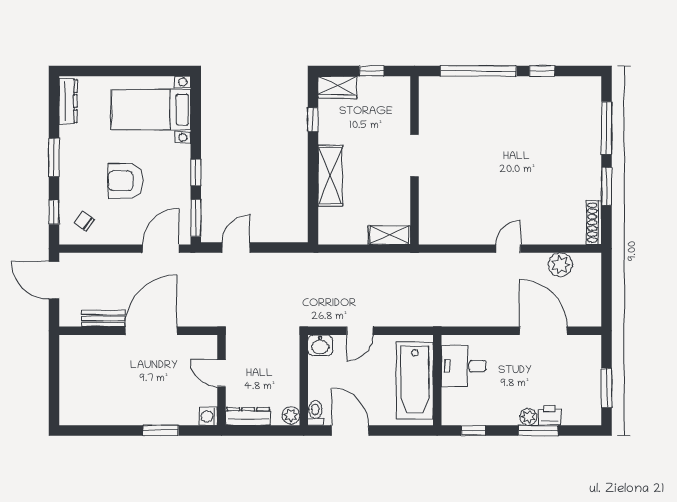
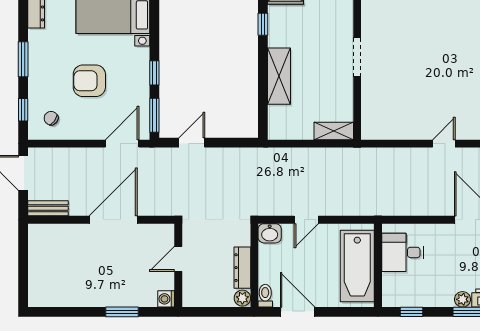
bench: (103, 318) -> (48, 208), moved
door: (221, 373) -> (178, 259), hinge flipped
dresser: (248, 416) -> (242, 268), moved, turned -90

